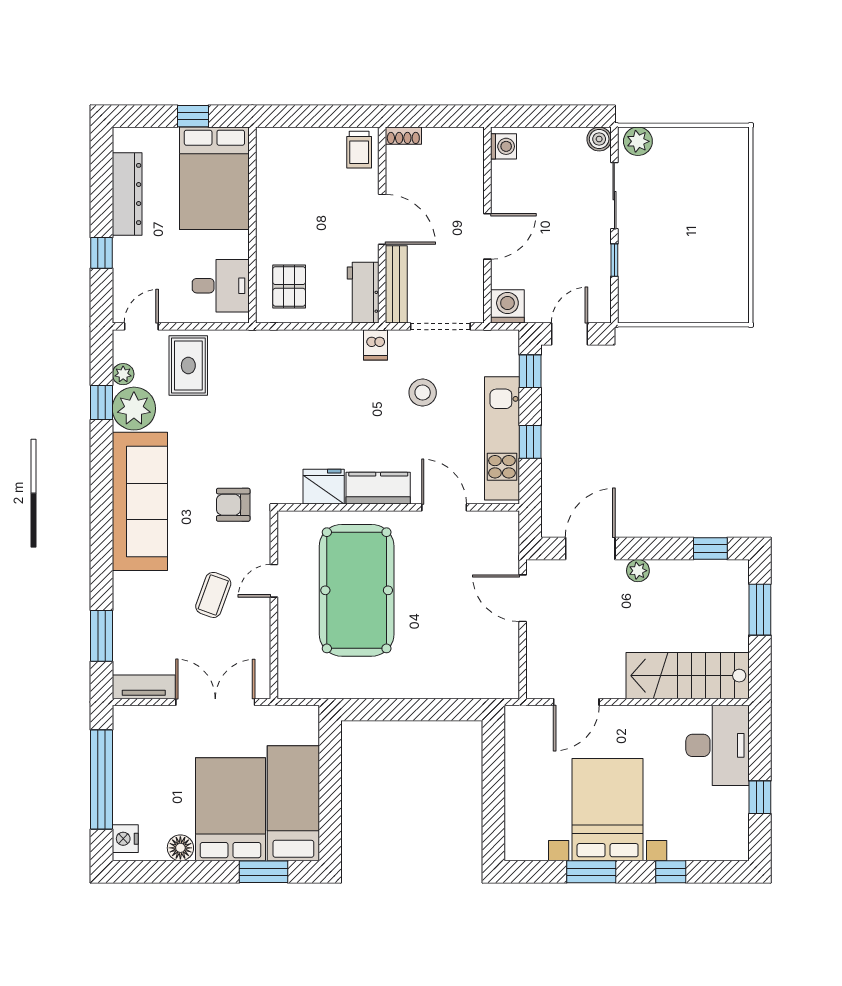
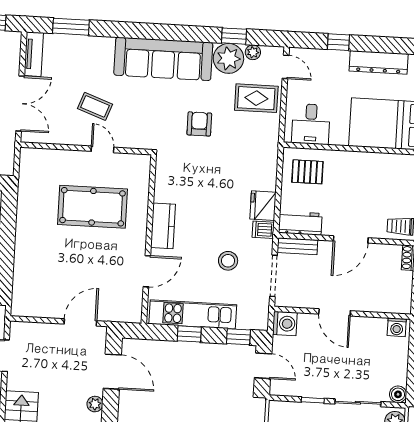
bench: (396, 284) -> (297, 246), width x0.73
fridge: (324, 487) -> (263, 206), moved, turned 180
armchair: (233, 505) -> (199, 124), moved
pool table: (357, 590) -> (93, 207), width x0.73, depth x0.76

